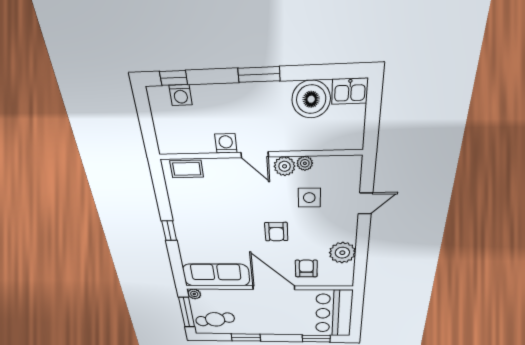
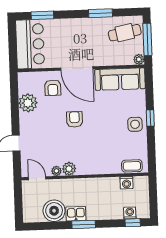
kitchen sink: (350, 91) -> (76, 214), moved
washing machine: (226, 143) -> (126, 183), moved
door: (255, 155) -> (37, 178), moved
side table: (309, 198) -> (135, 124), moved

